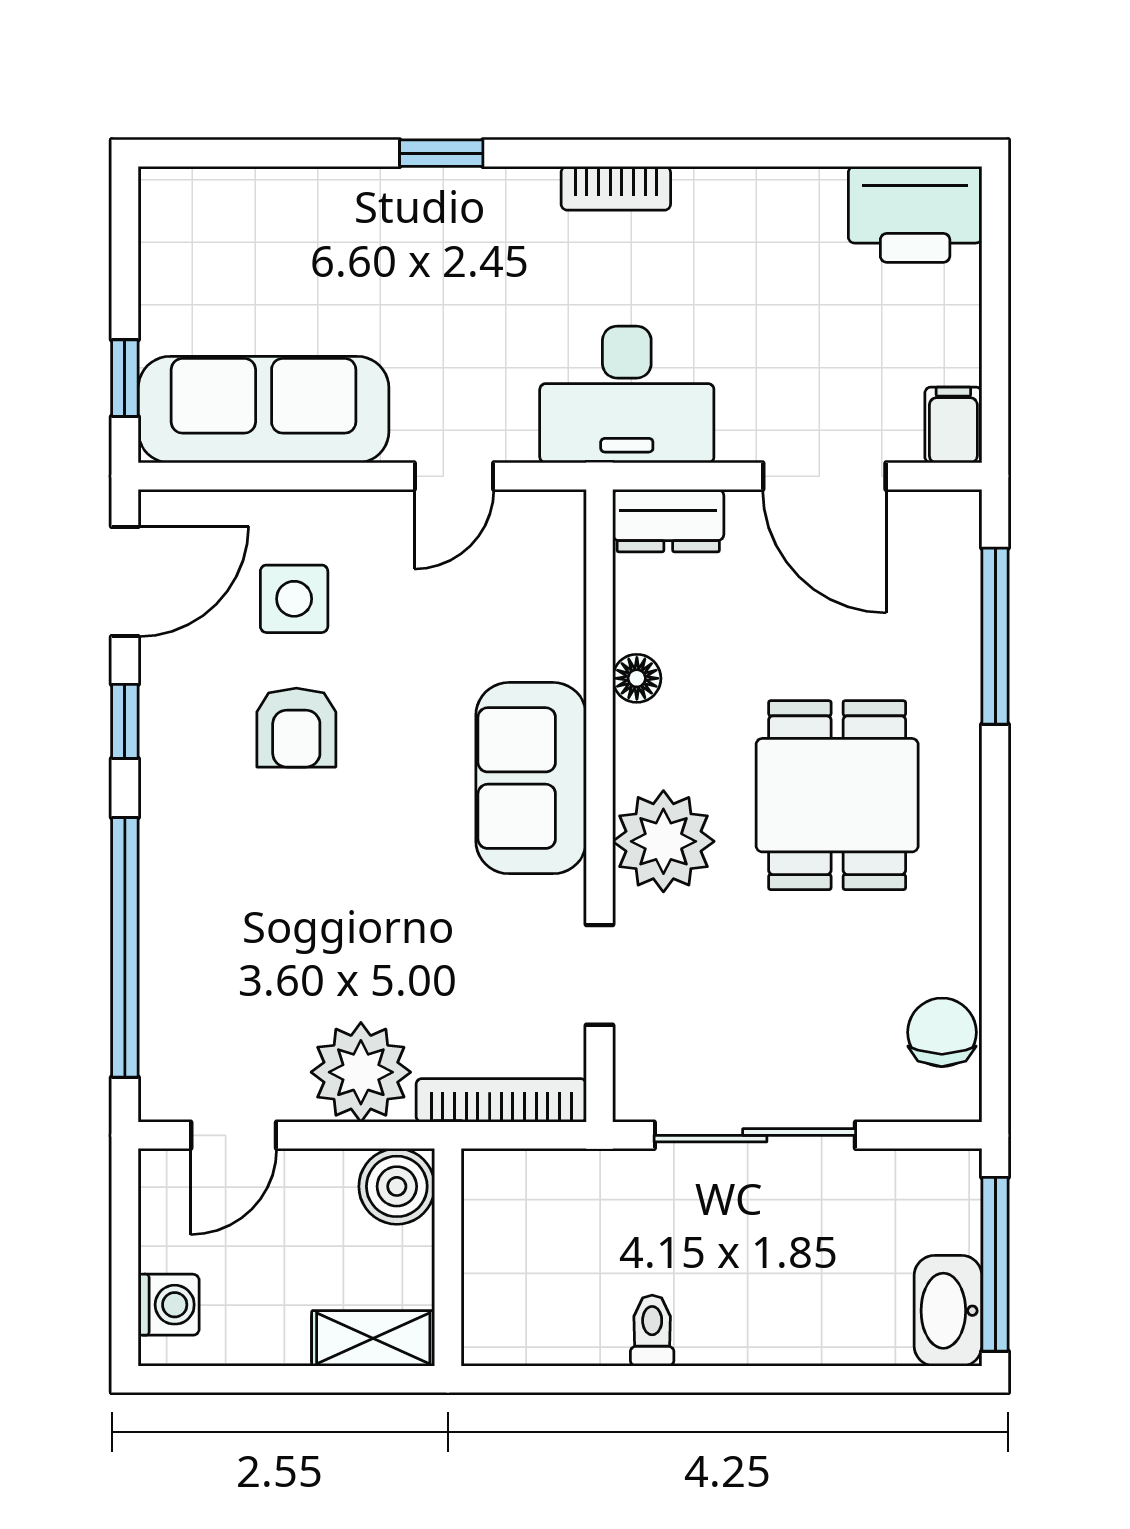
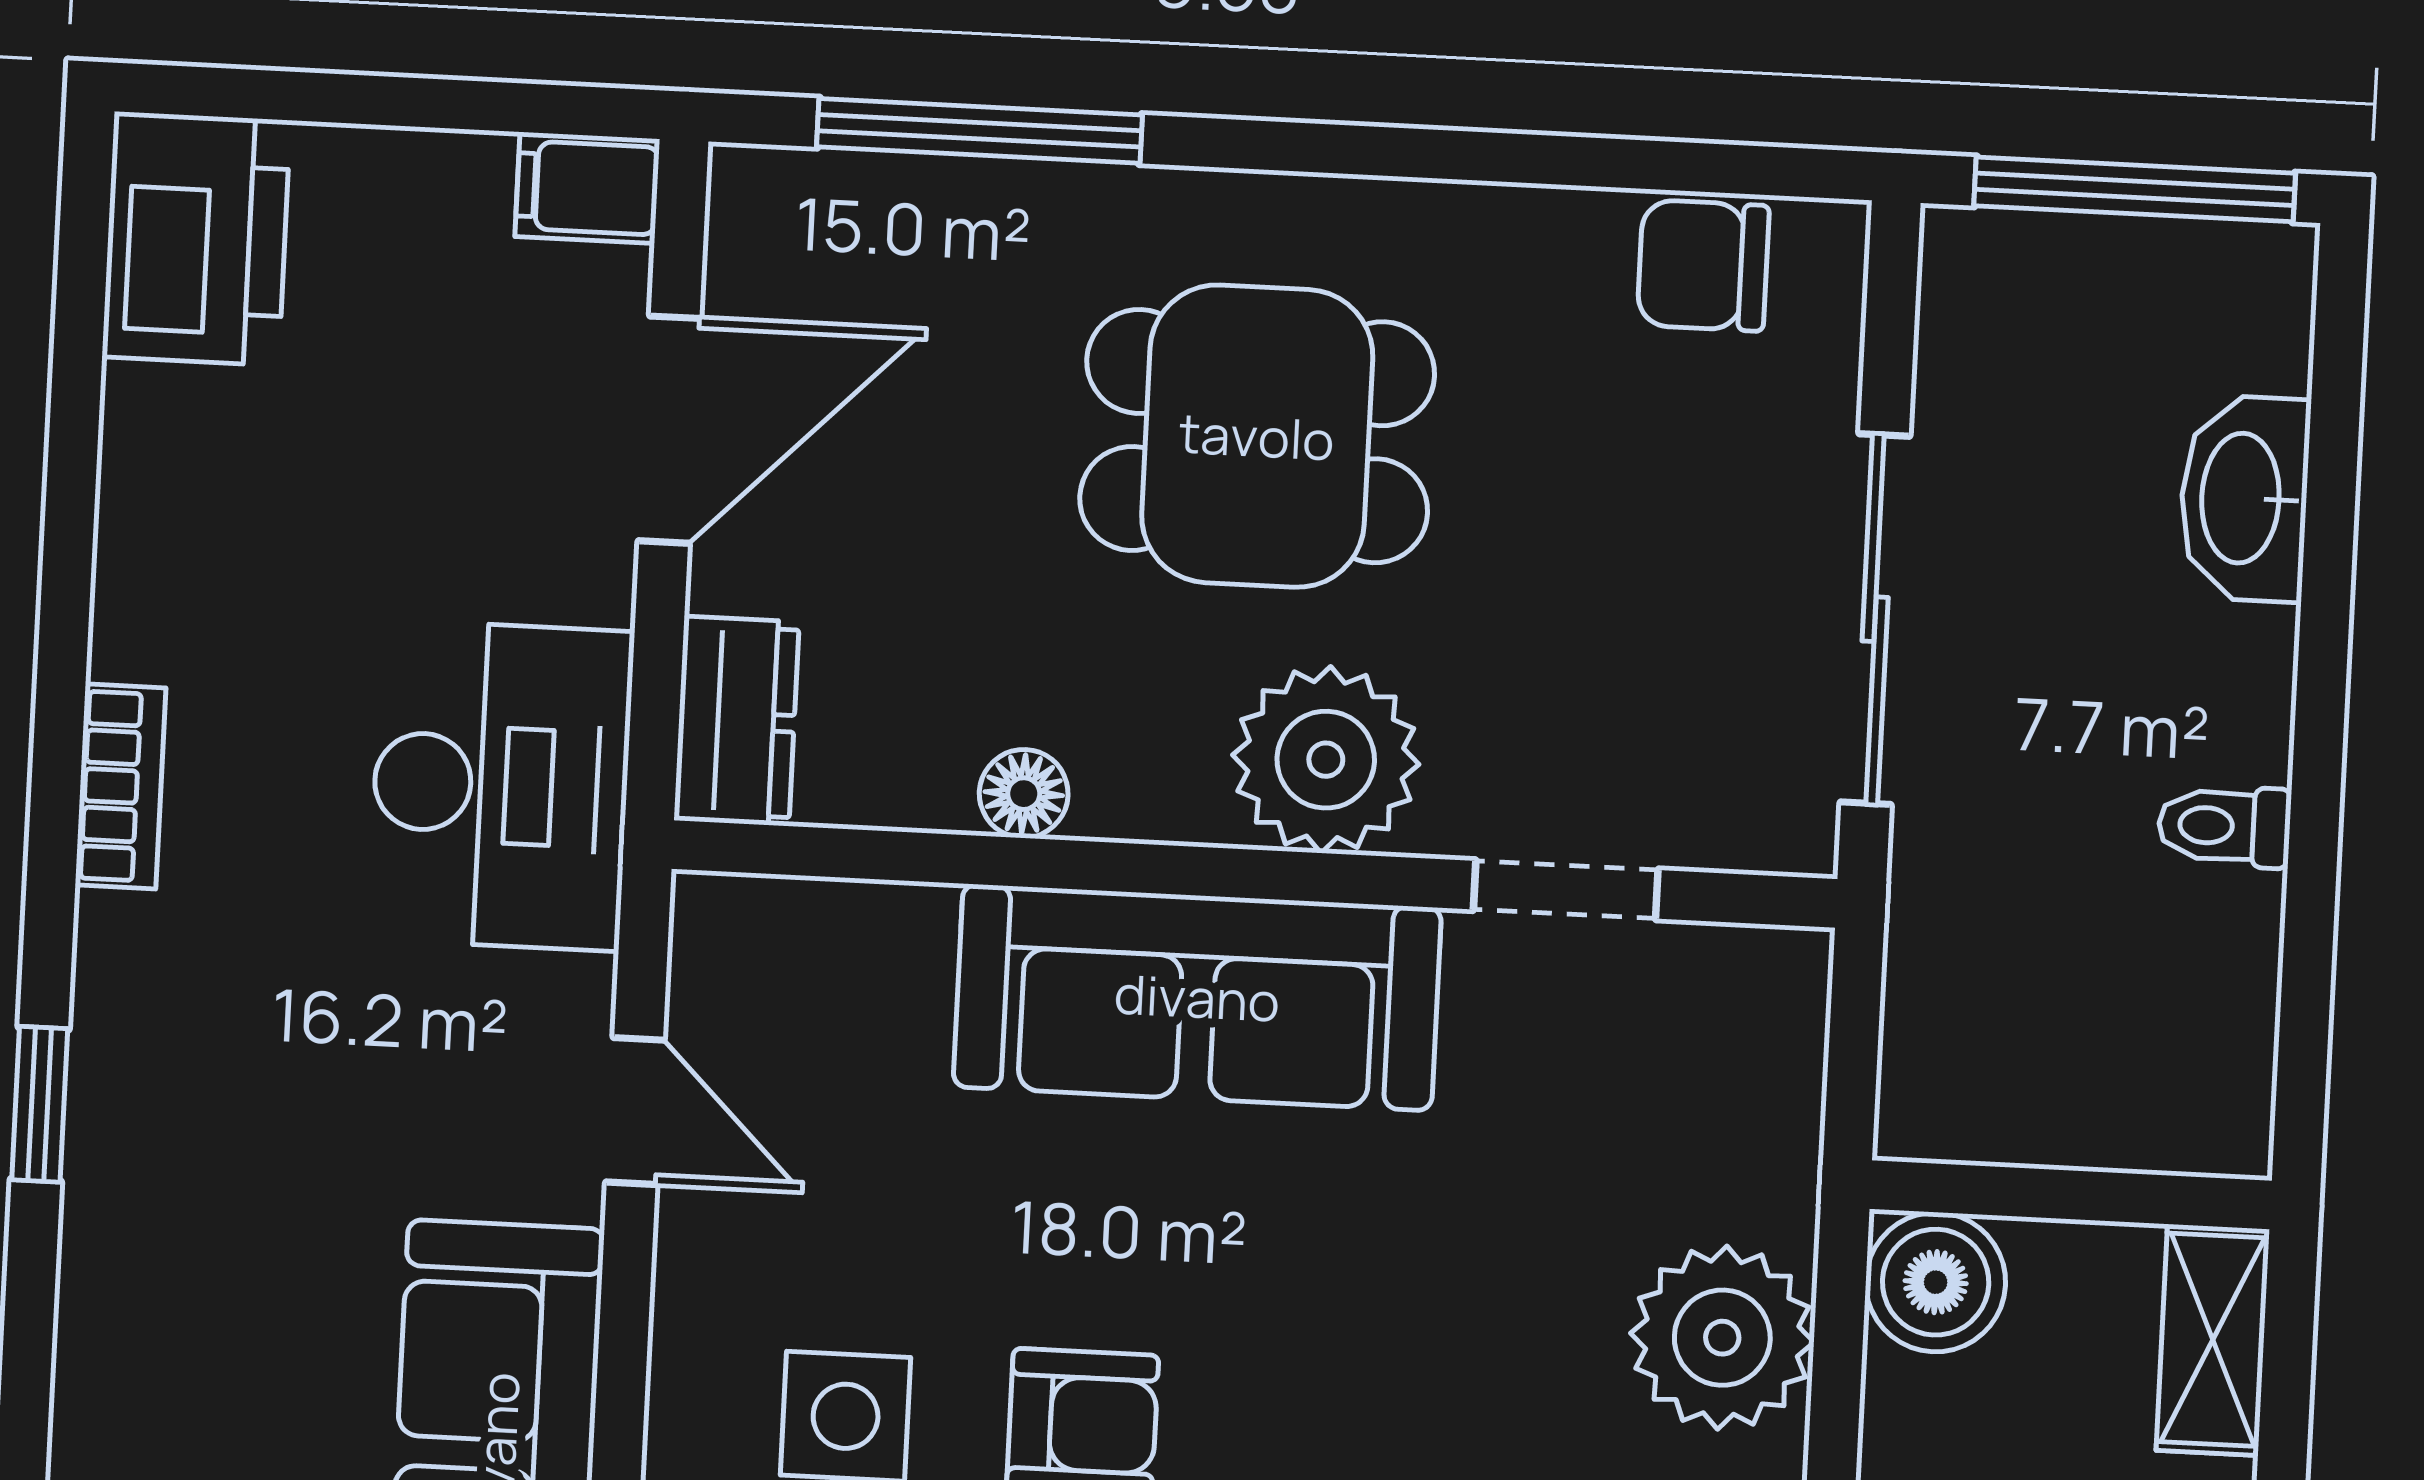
sofa: (531, 778) -> (1197, 997), width x1.36
bookcase: (501, 1100) -> (1787, 1082), removed
washbasin: (948, 1311) -> (2244, 498), moved, turned 90

